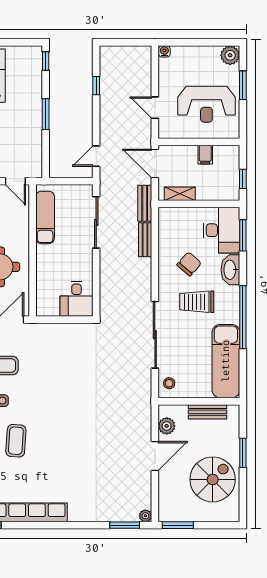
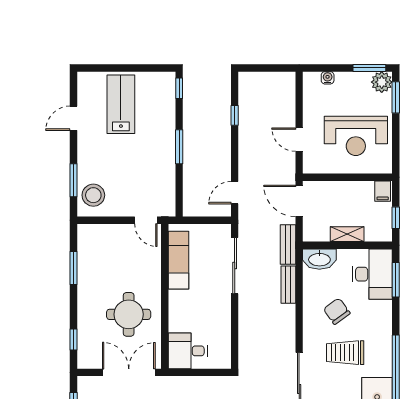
window: (219, 42) -> (369, 68), added
water cooler: (164, 51) -> (328, 78), moved
window: (243, 85) -> (396, 97), moved
filing cabinet: (205, 155) -> (383, 191), moved
shelving: (180, 194) -> (347, 234), moved
chair: (189, 264) -> (337, 311), turned -77
washbasin: (230, 270) -> (319, 259), moved, turned -90
desk: (77, 299) -> (188, 351), moved, turned 90

